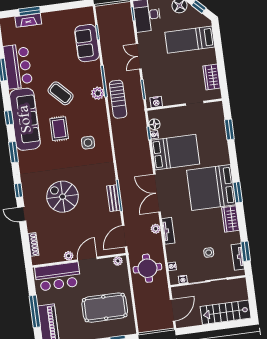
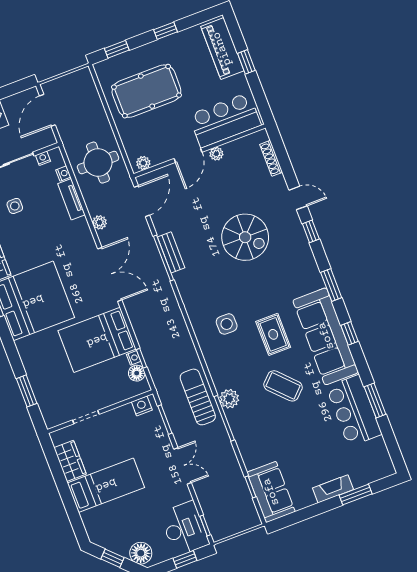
fireplace: (28, 20) -> (333, 489), moved
bed: (190, 40) -> (106, 485), moved
sofa: (87, 43) -> (271, 492), moved
tv unit: (168, 231) -> (71, 199), moved
window: (35, 311) -> (246, 62), width x0.46

